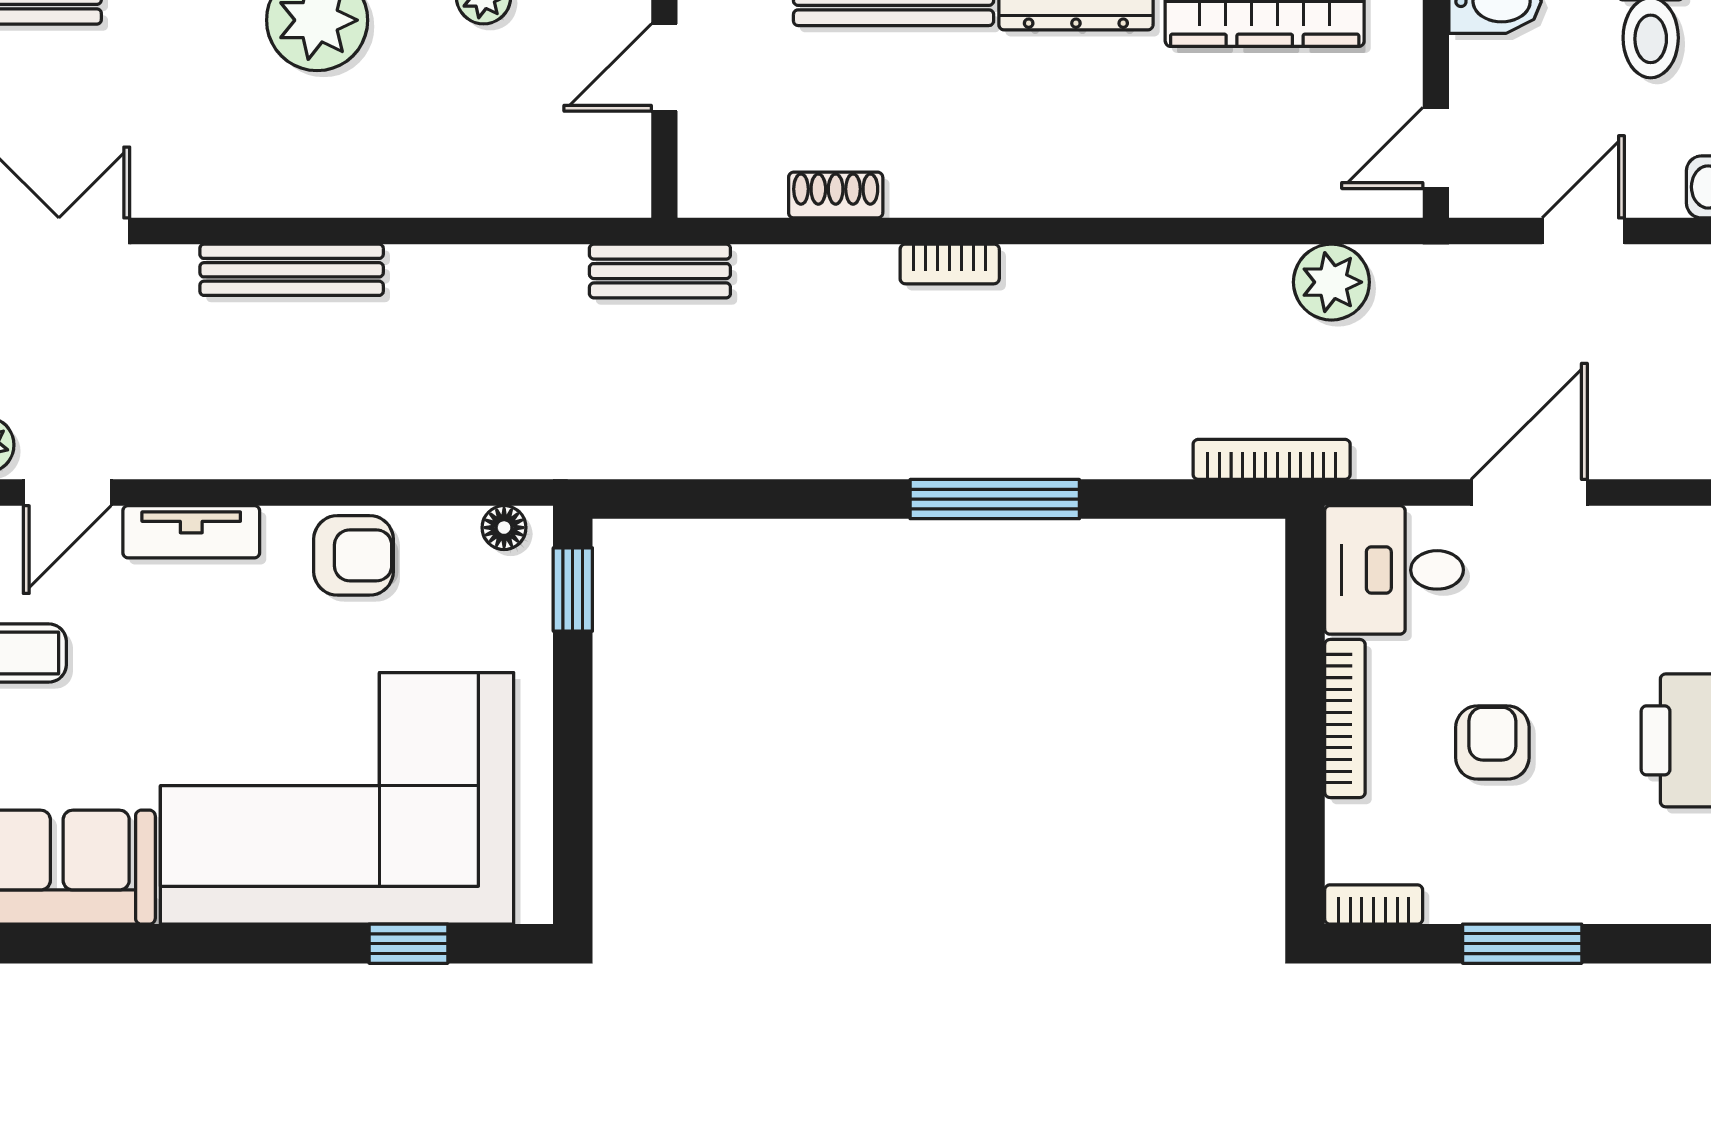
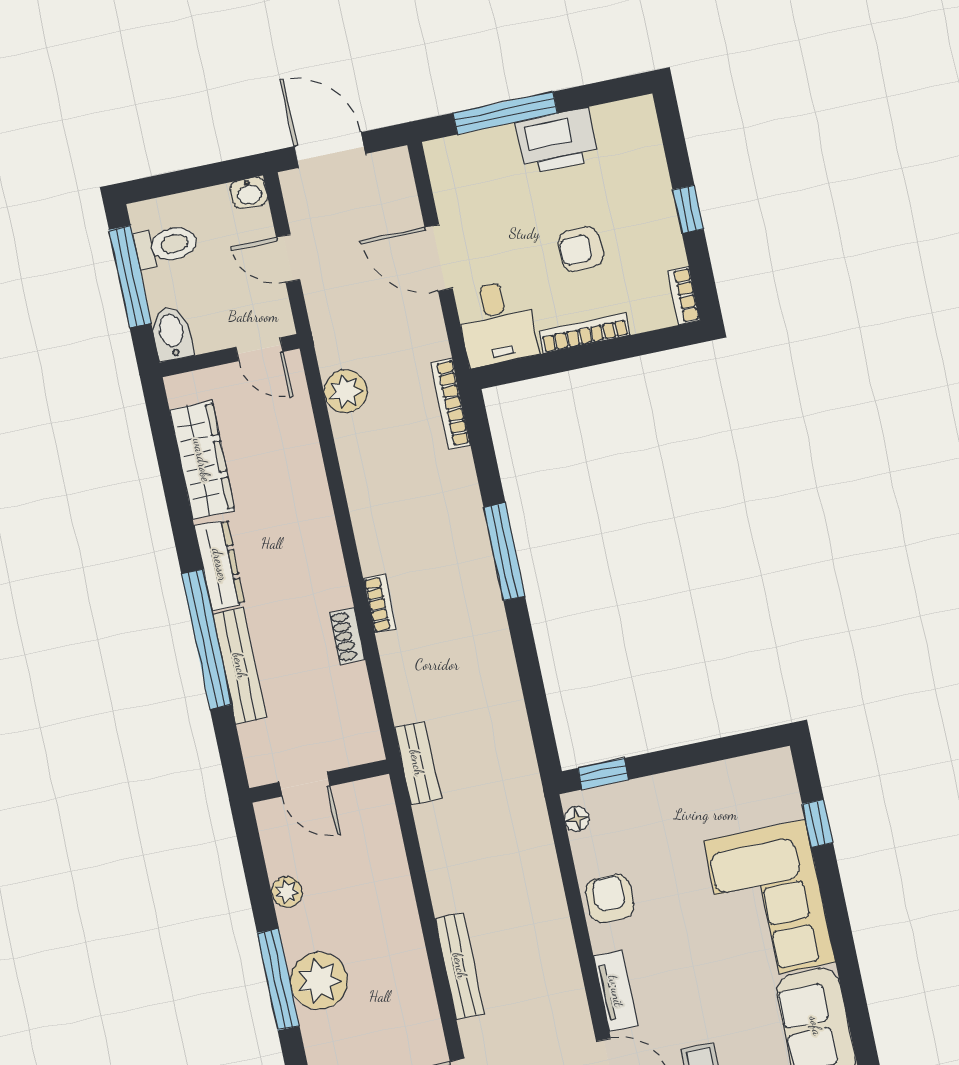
shoe rack: (836, 195) -> (347, 636), moved
corner sofa: (337, 798) -> (769, 901), width x0.73, depth x0.74
window: (1522, 944) -> (688, 209), width x0.67

